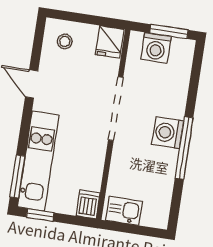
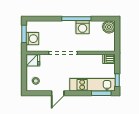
washing machine: (168, 133) -> (83, 27), moved
kitchen sink: (124, 211) -> (110, 42), removed
boiler: (156, 215) -> (109, 27), added

